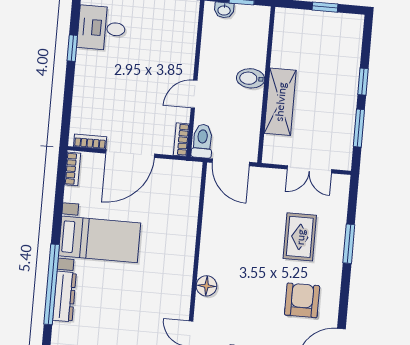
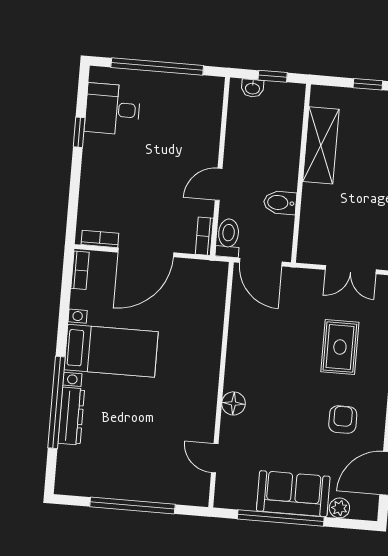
bidet: (251, 78) -> (280, 203), moved
shelving: (280, 102) -> (321, 145), moved
armchair: (302, 300) -> (343, 420), width x0.72, depth x0.72

